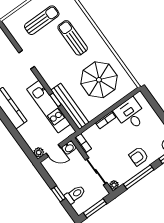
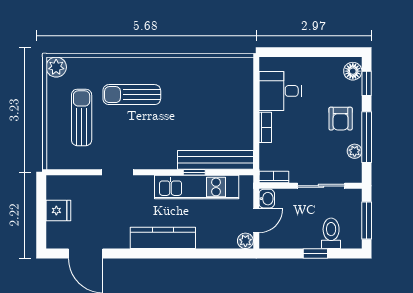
parasol: (99, 80) -> (208, 99), removed
plant: (114, 185) -> (355, 151), moved

